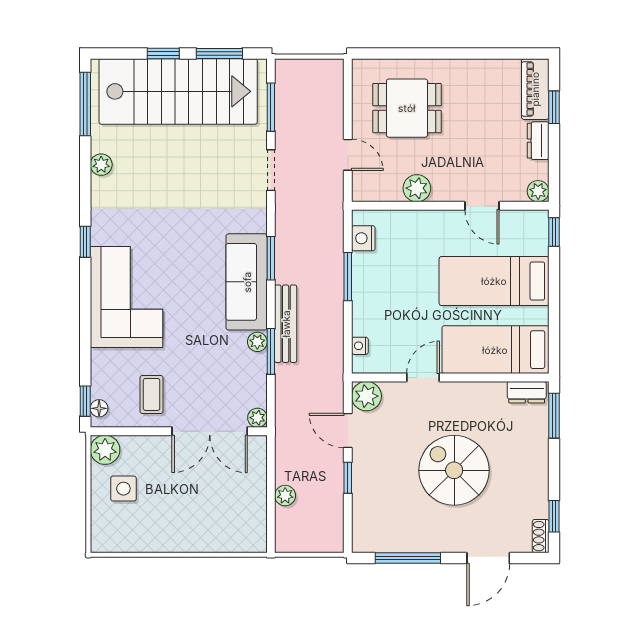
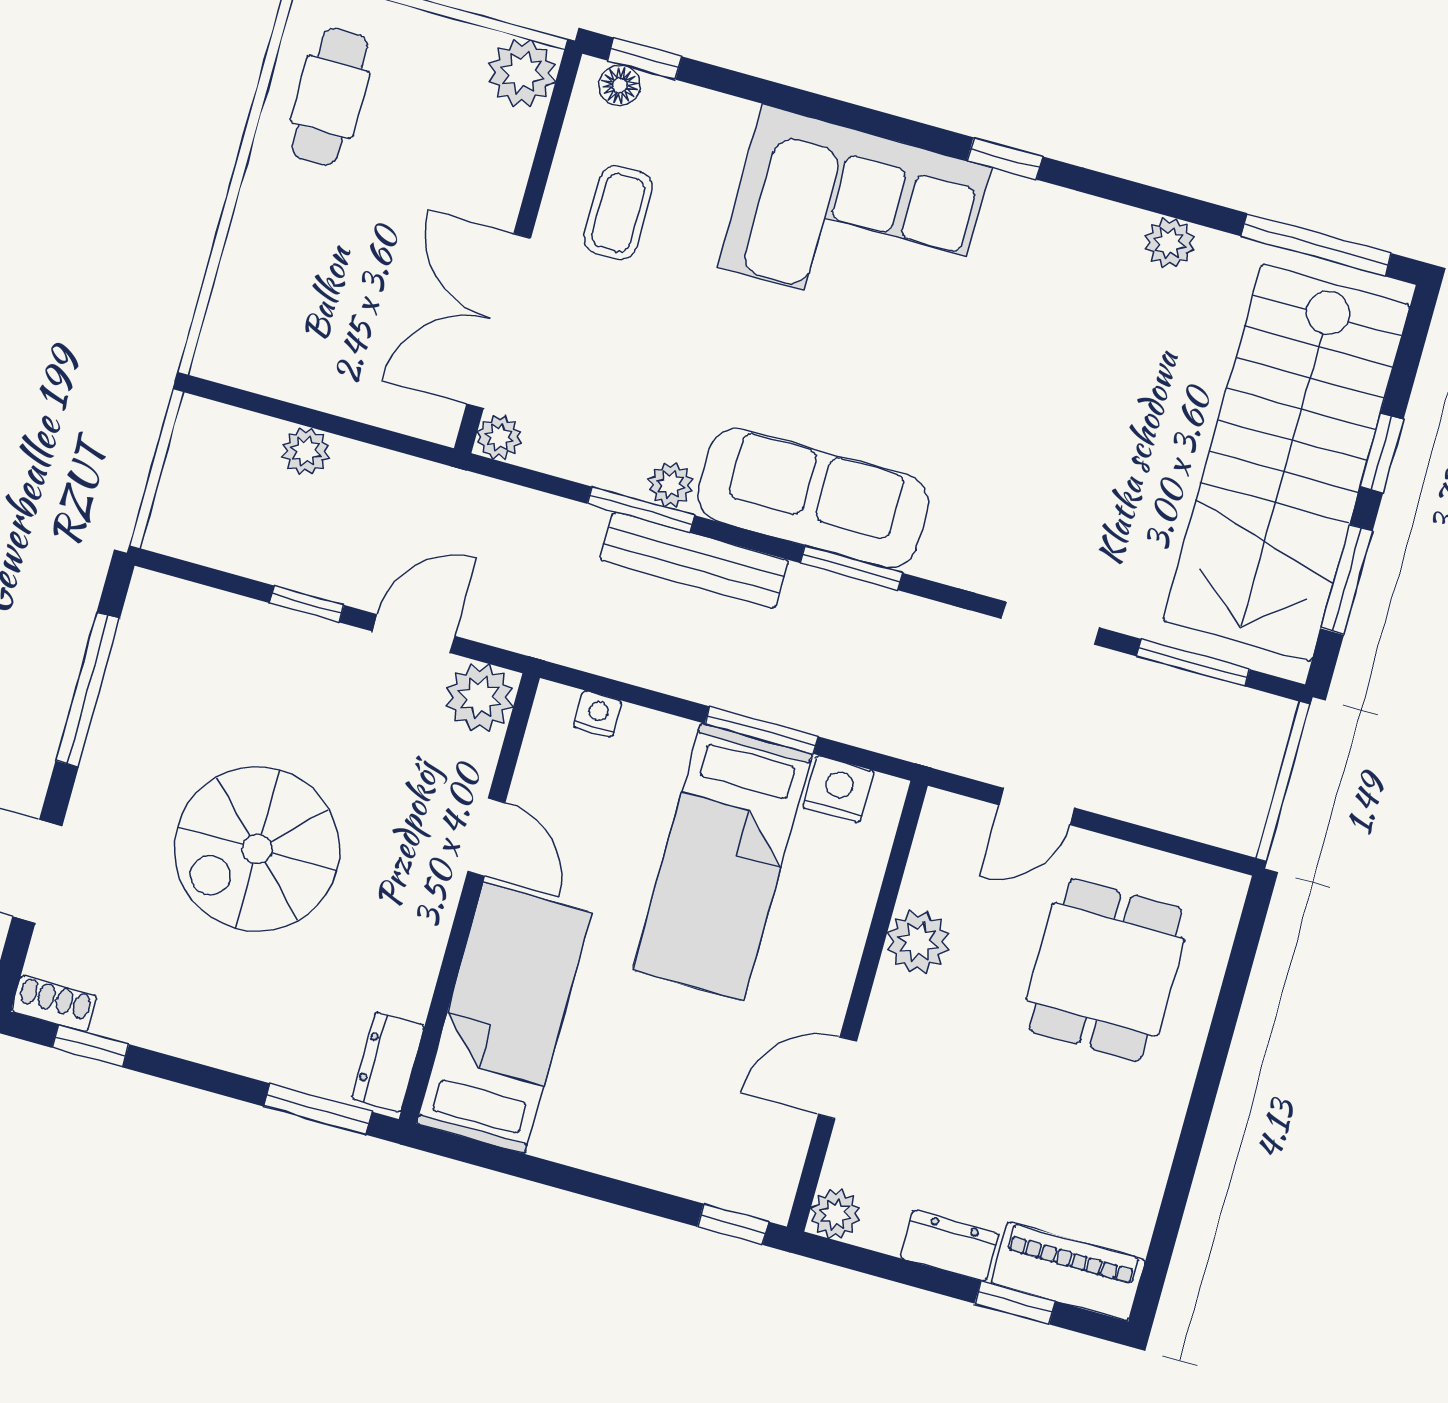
bed: (494, 281) -> (722, 862), moved, turned 180
coffee table: (152, 394) -> (618, 213), turned 90
spiral stairs: (454, 470) -> (257, 849), turned 180
side table: (123, 489) -> (423, 90), removed
cafe table: (137, 526) -> (330, 97), added

